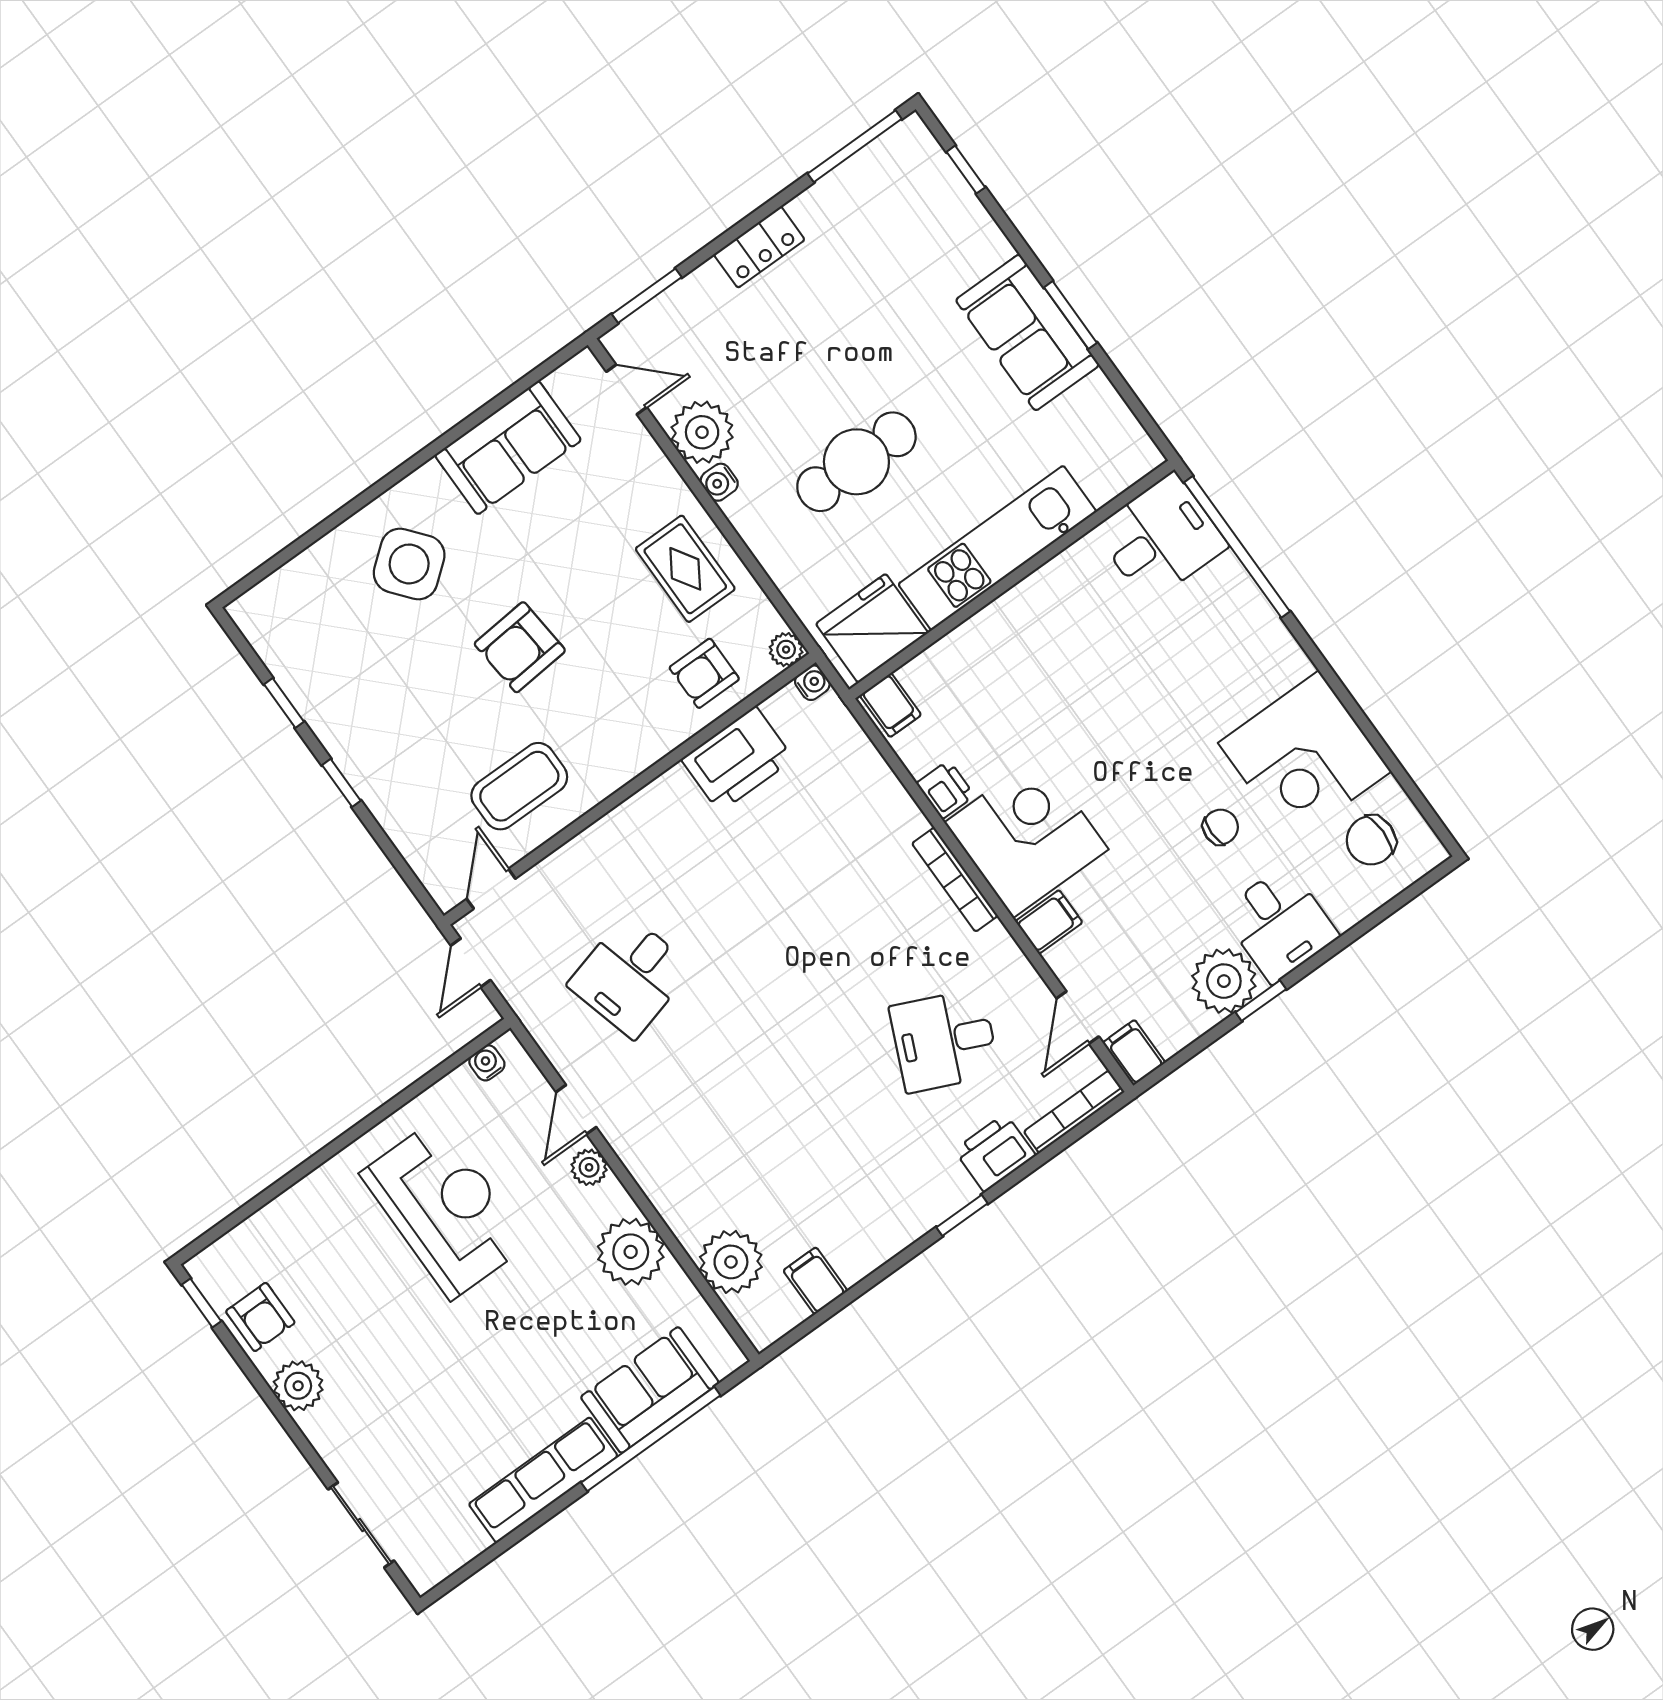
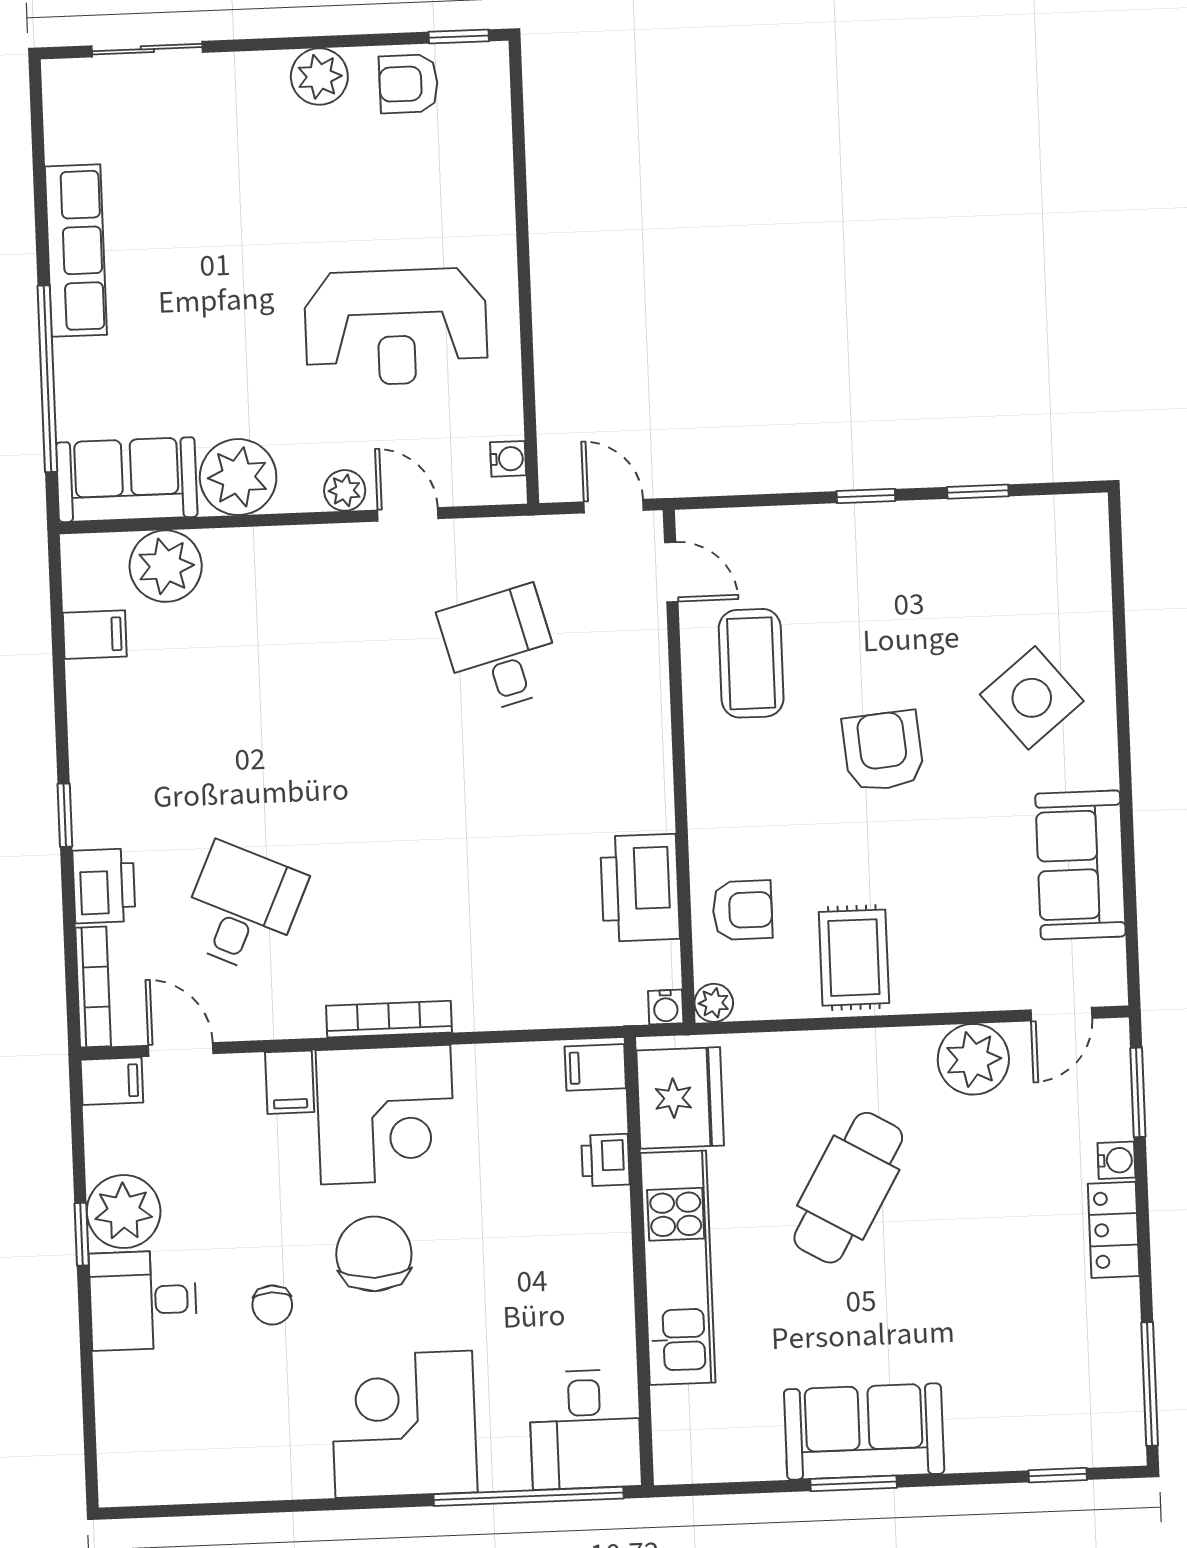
cafe table: (856, 462) -> (848, 1188), turned 30
water cooler: (719, 482) -> (1116, 1160), moved, turned 90
rug: (685, 569) -> (854, 958), turned 90
armchair: (704, 673) -> (742, 910), turned 90
corner desk: (1305, 757) -> (404, 1424), moved
printer: (945, 789) -> (605, 1160), moved, turned 90
chair: (1371, 840) -> (374, 1254), moved, width x1.37, depth x1.37
sofa: (650, 1390) -> (127, 480), moved, turned -90

